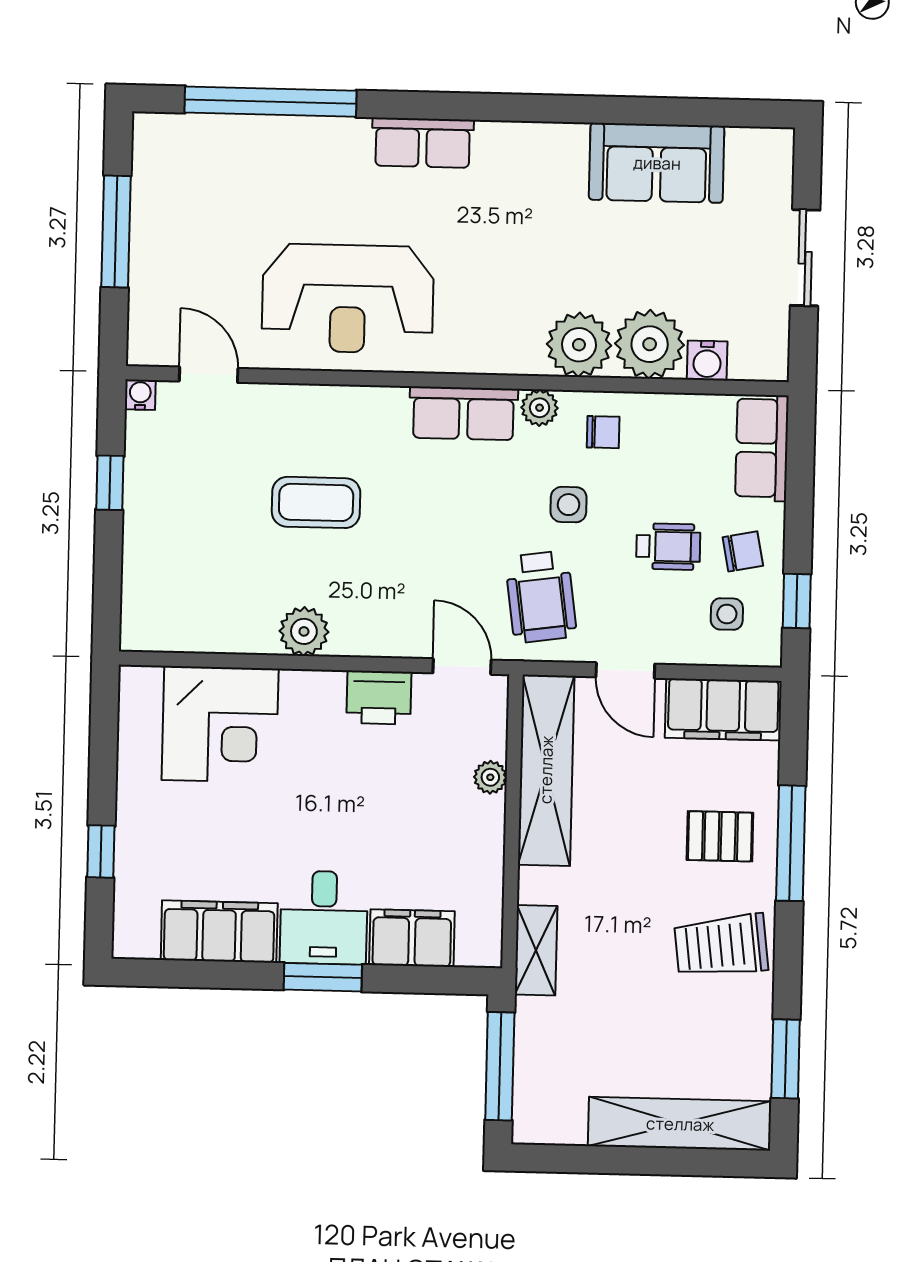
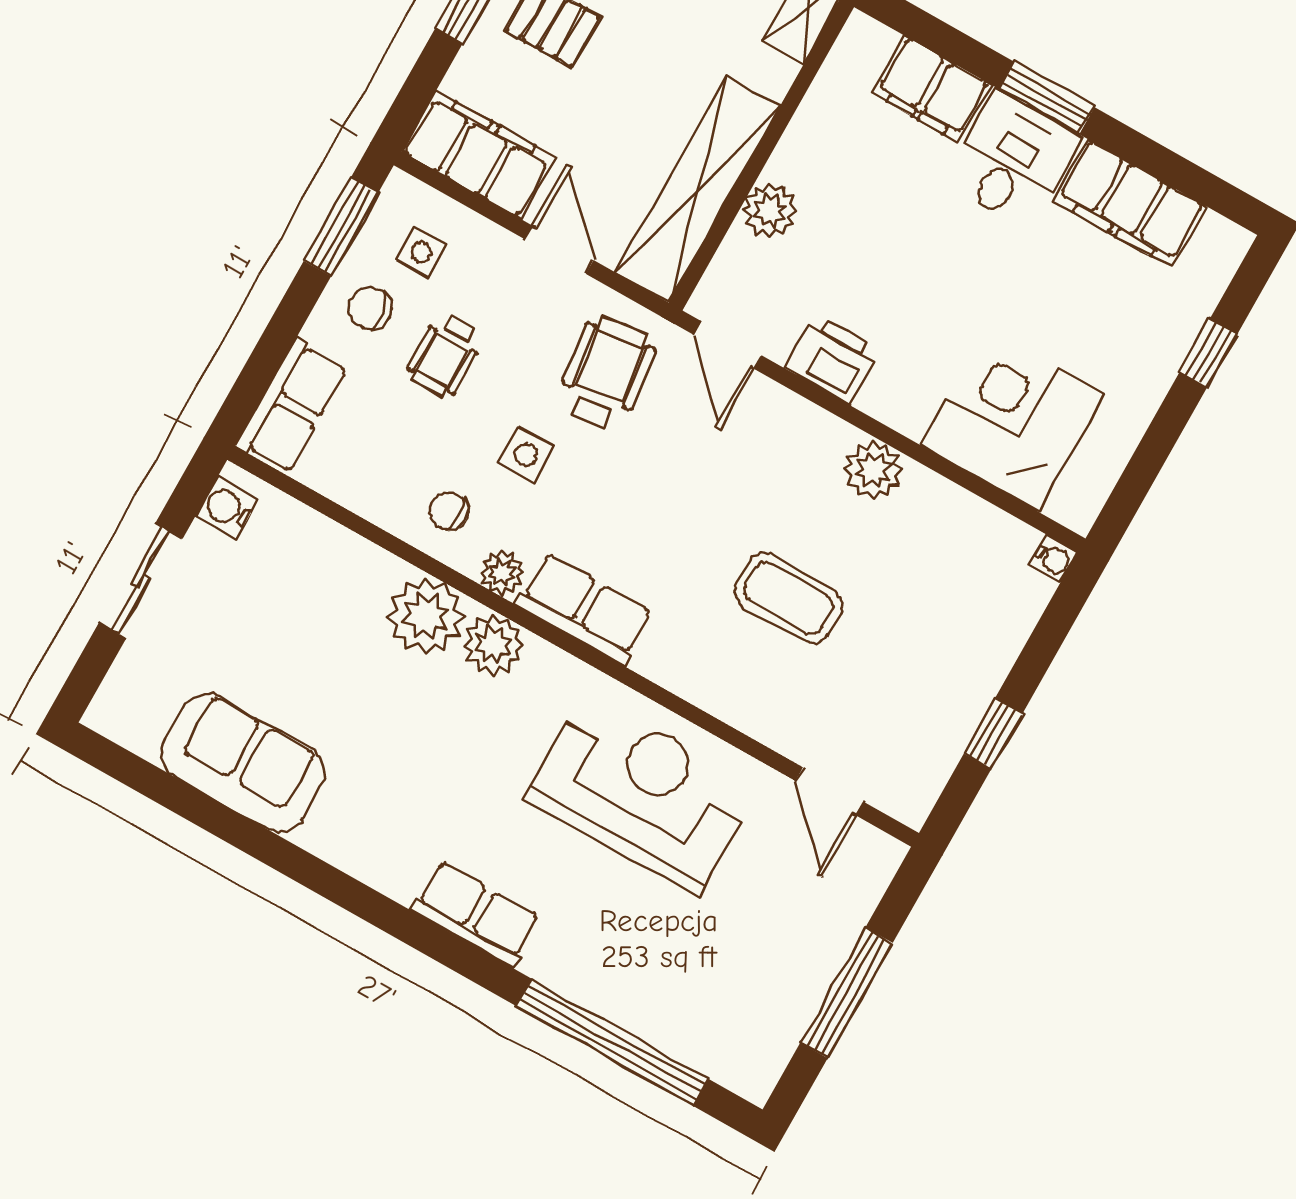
plant: (650, 344) -> (493, 645), moved, width x0.73, depth x0.73
water cooler: (707, 361) -> (227, 508), moved, turned -90
water cooler: (140, 395) -> (1054, 559), moved, turned -90
wheelchair: (668, 547) -> (445, 355), turned -90
window: (797, 601) -> (341, 227), width x1.50
plant: (490, 777) -> (770, 211), width x1.38, depth x1.38

